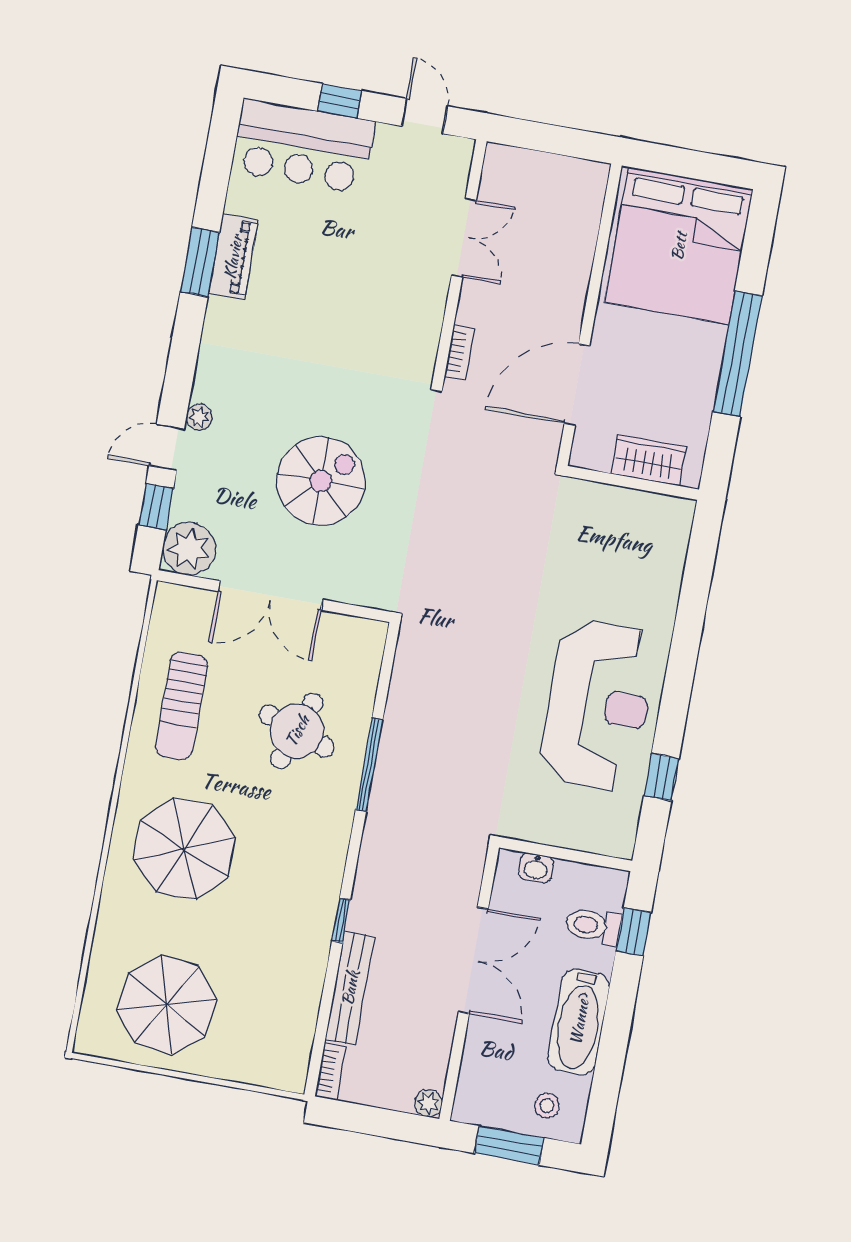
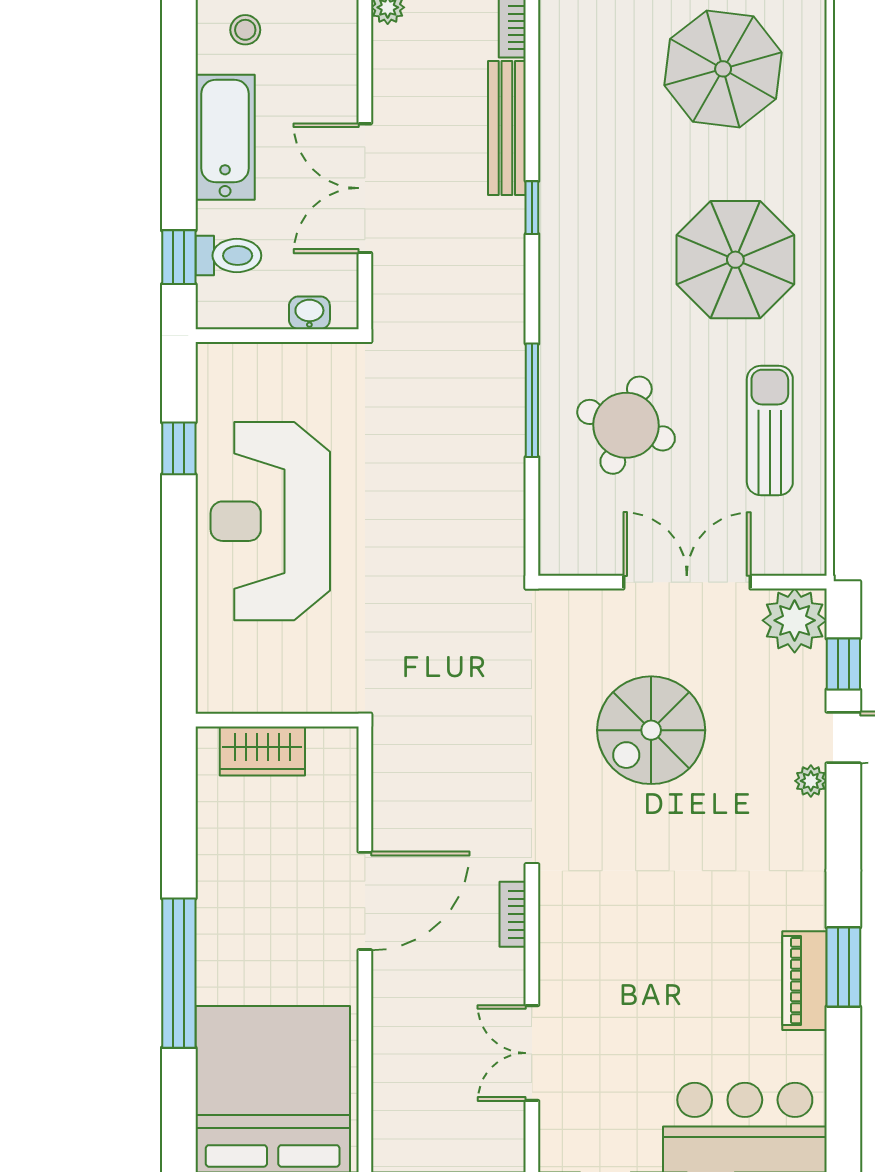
wardrobe: (649, 460) -> (262, 751), moved
wall: (632, 483) -> (277, 720), moved

